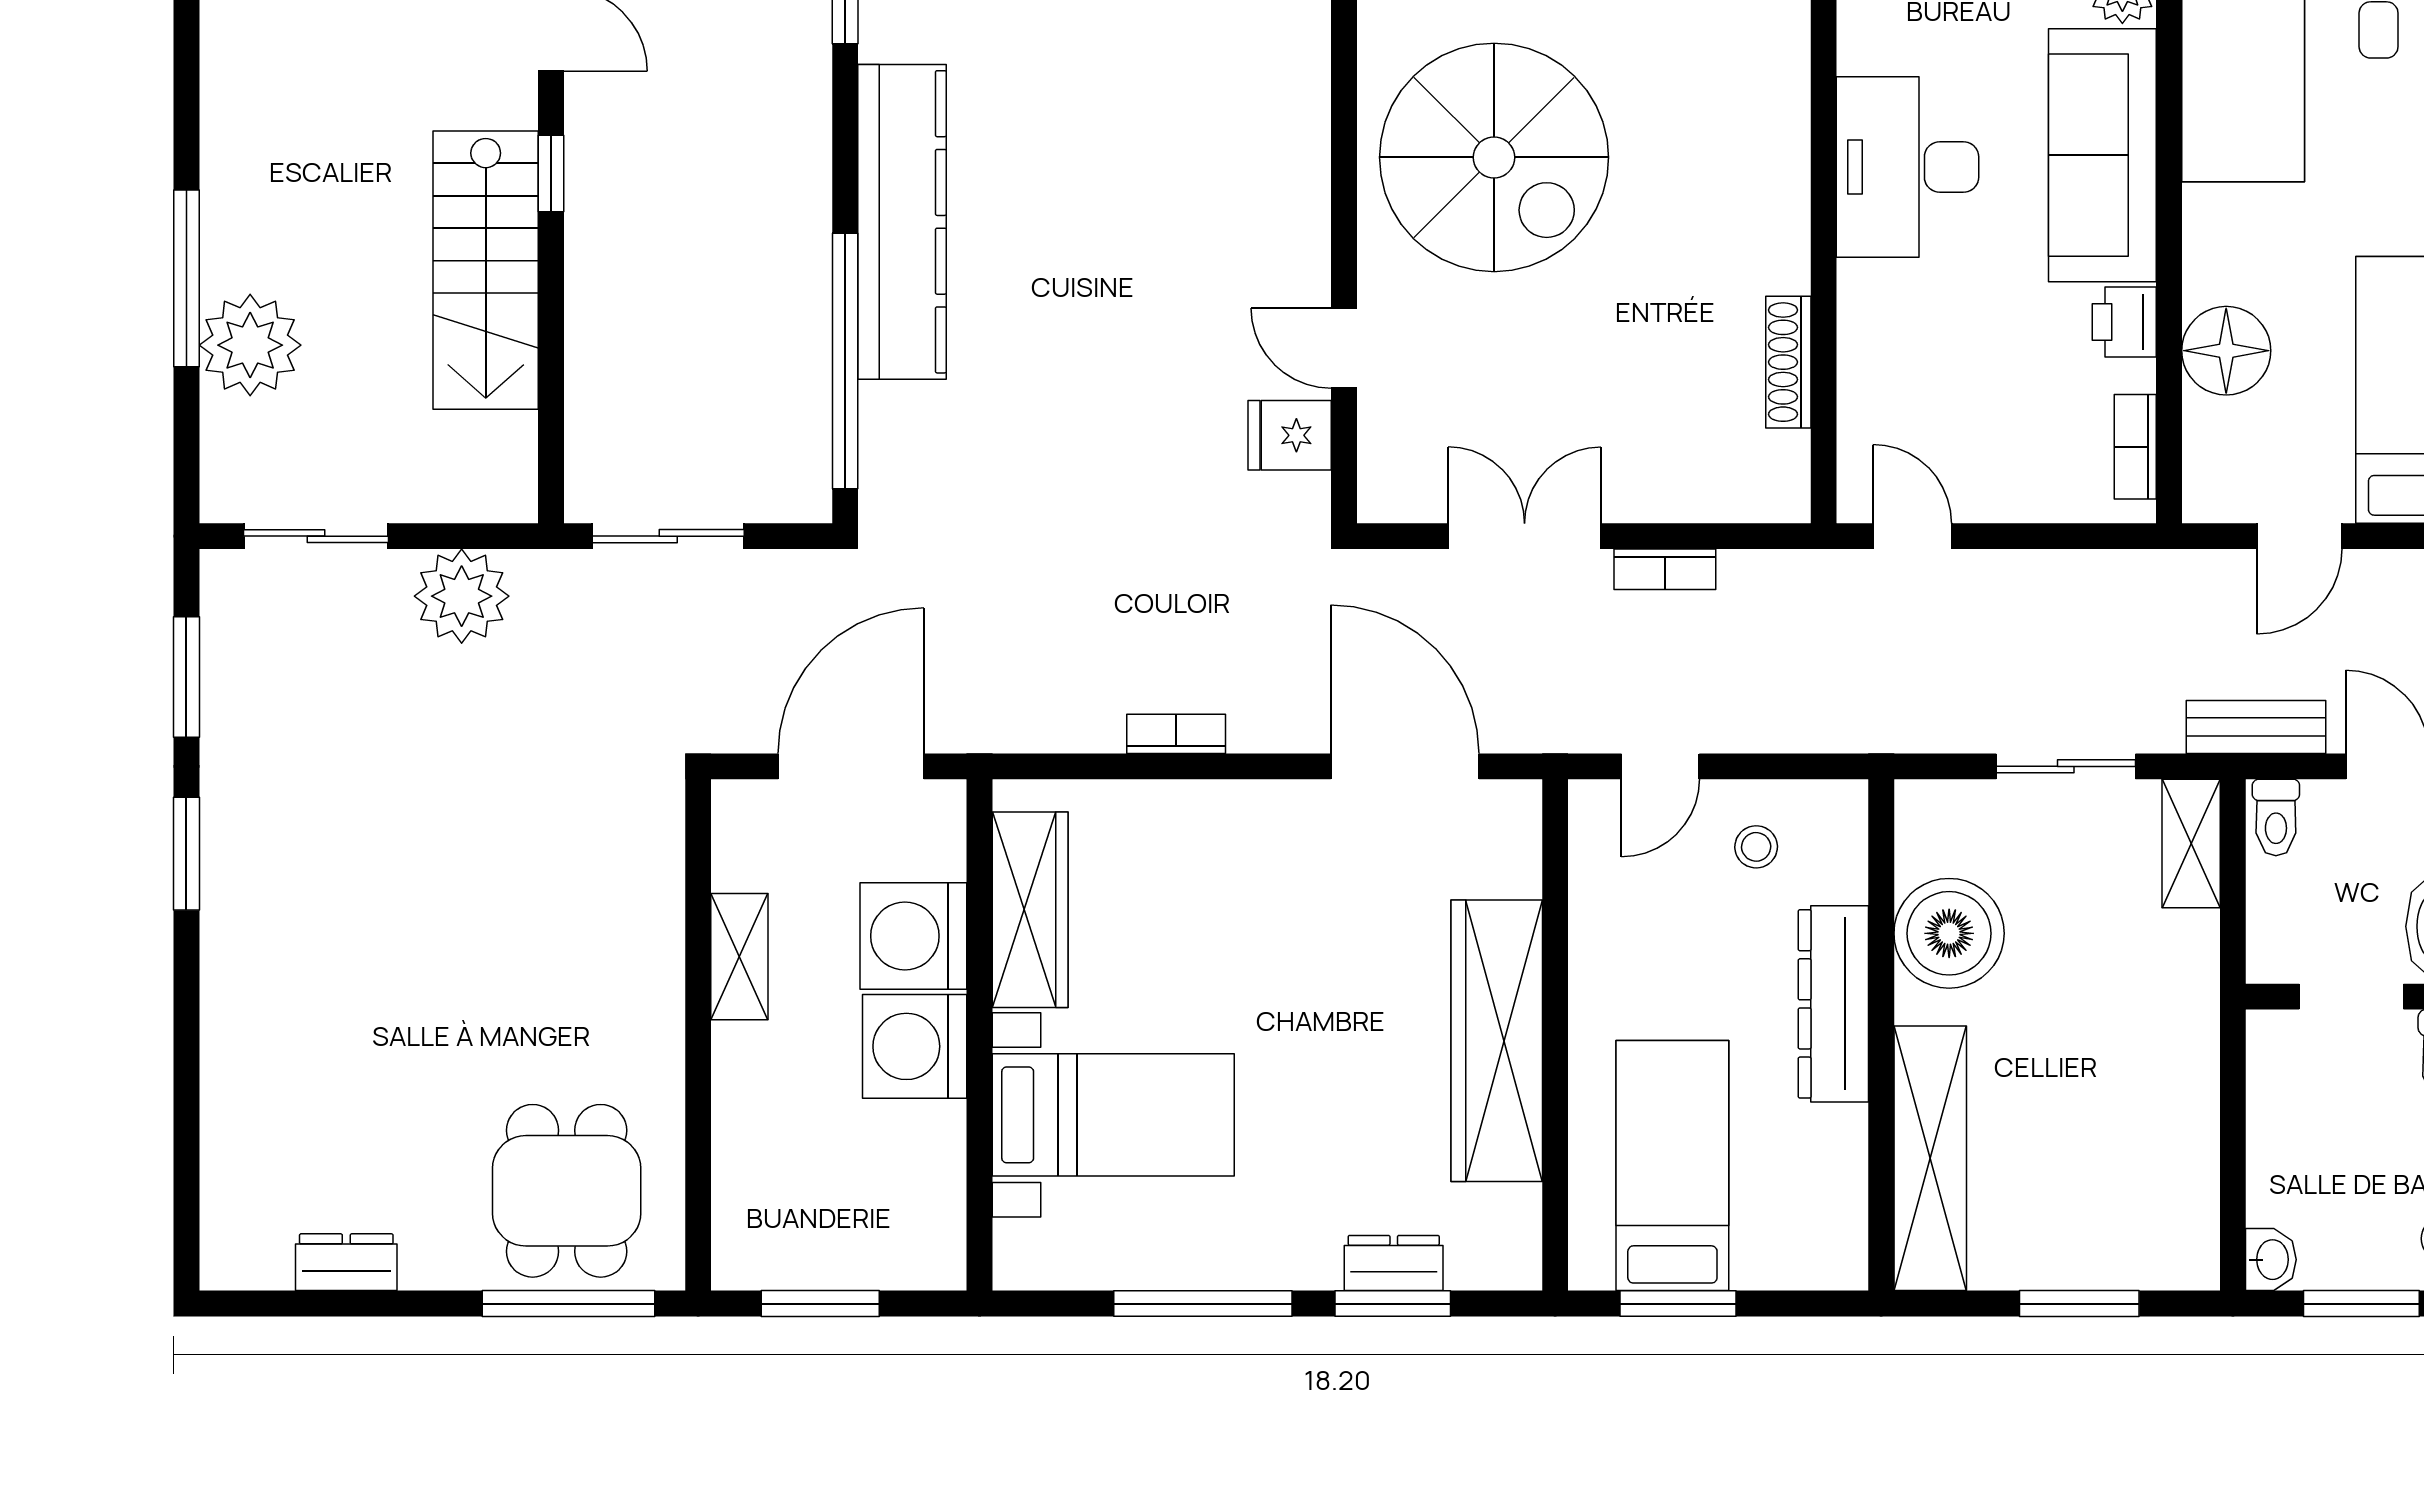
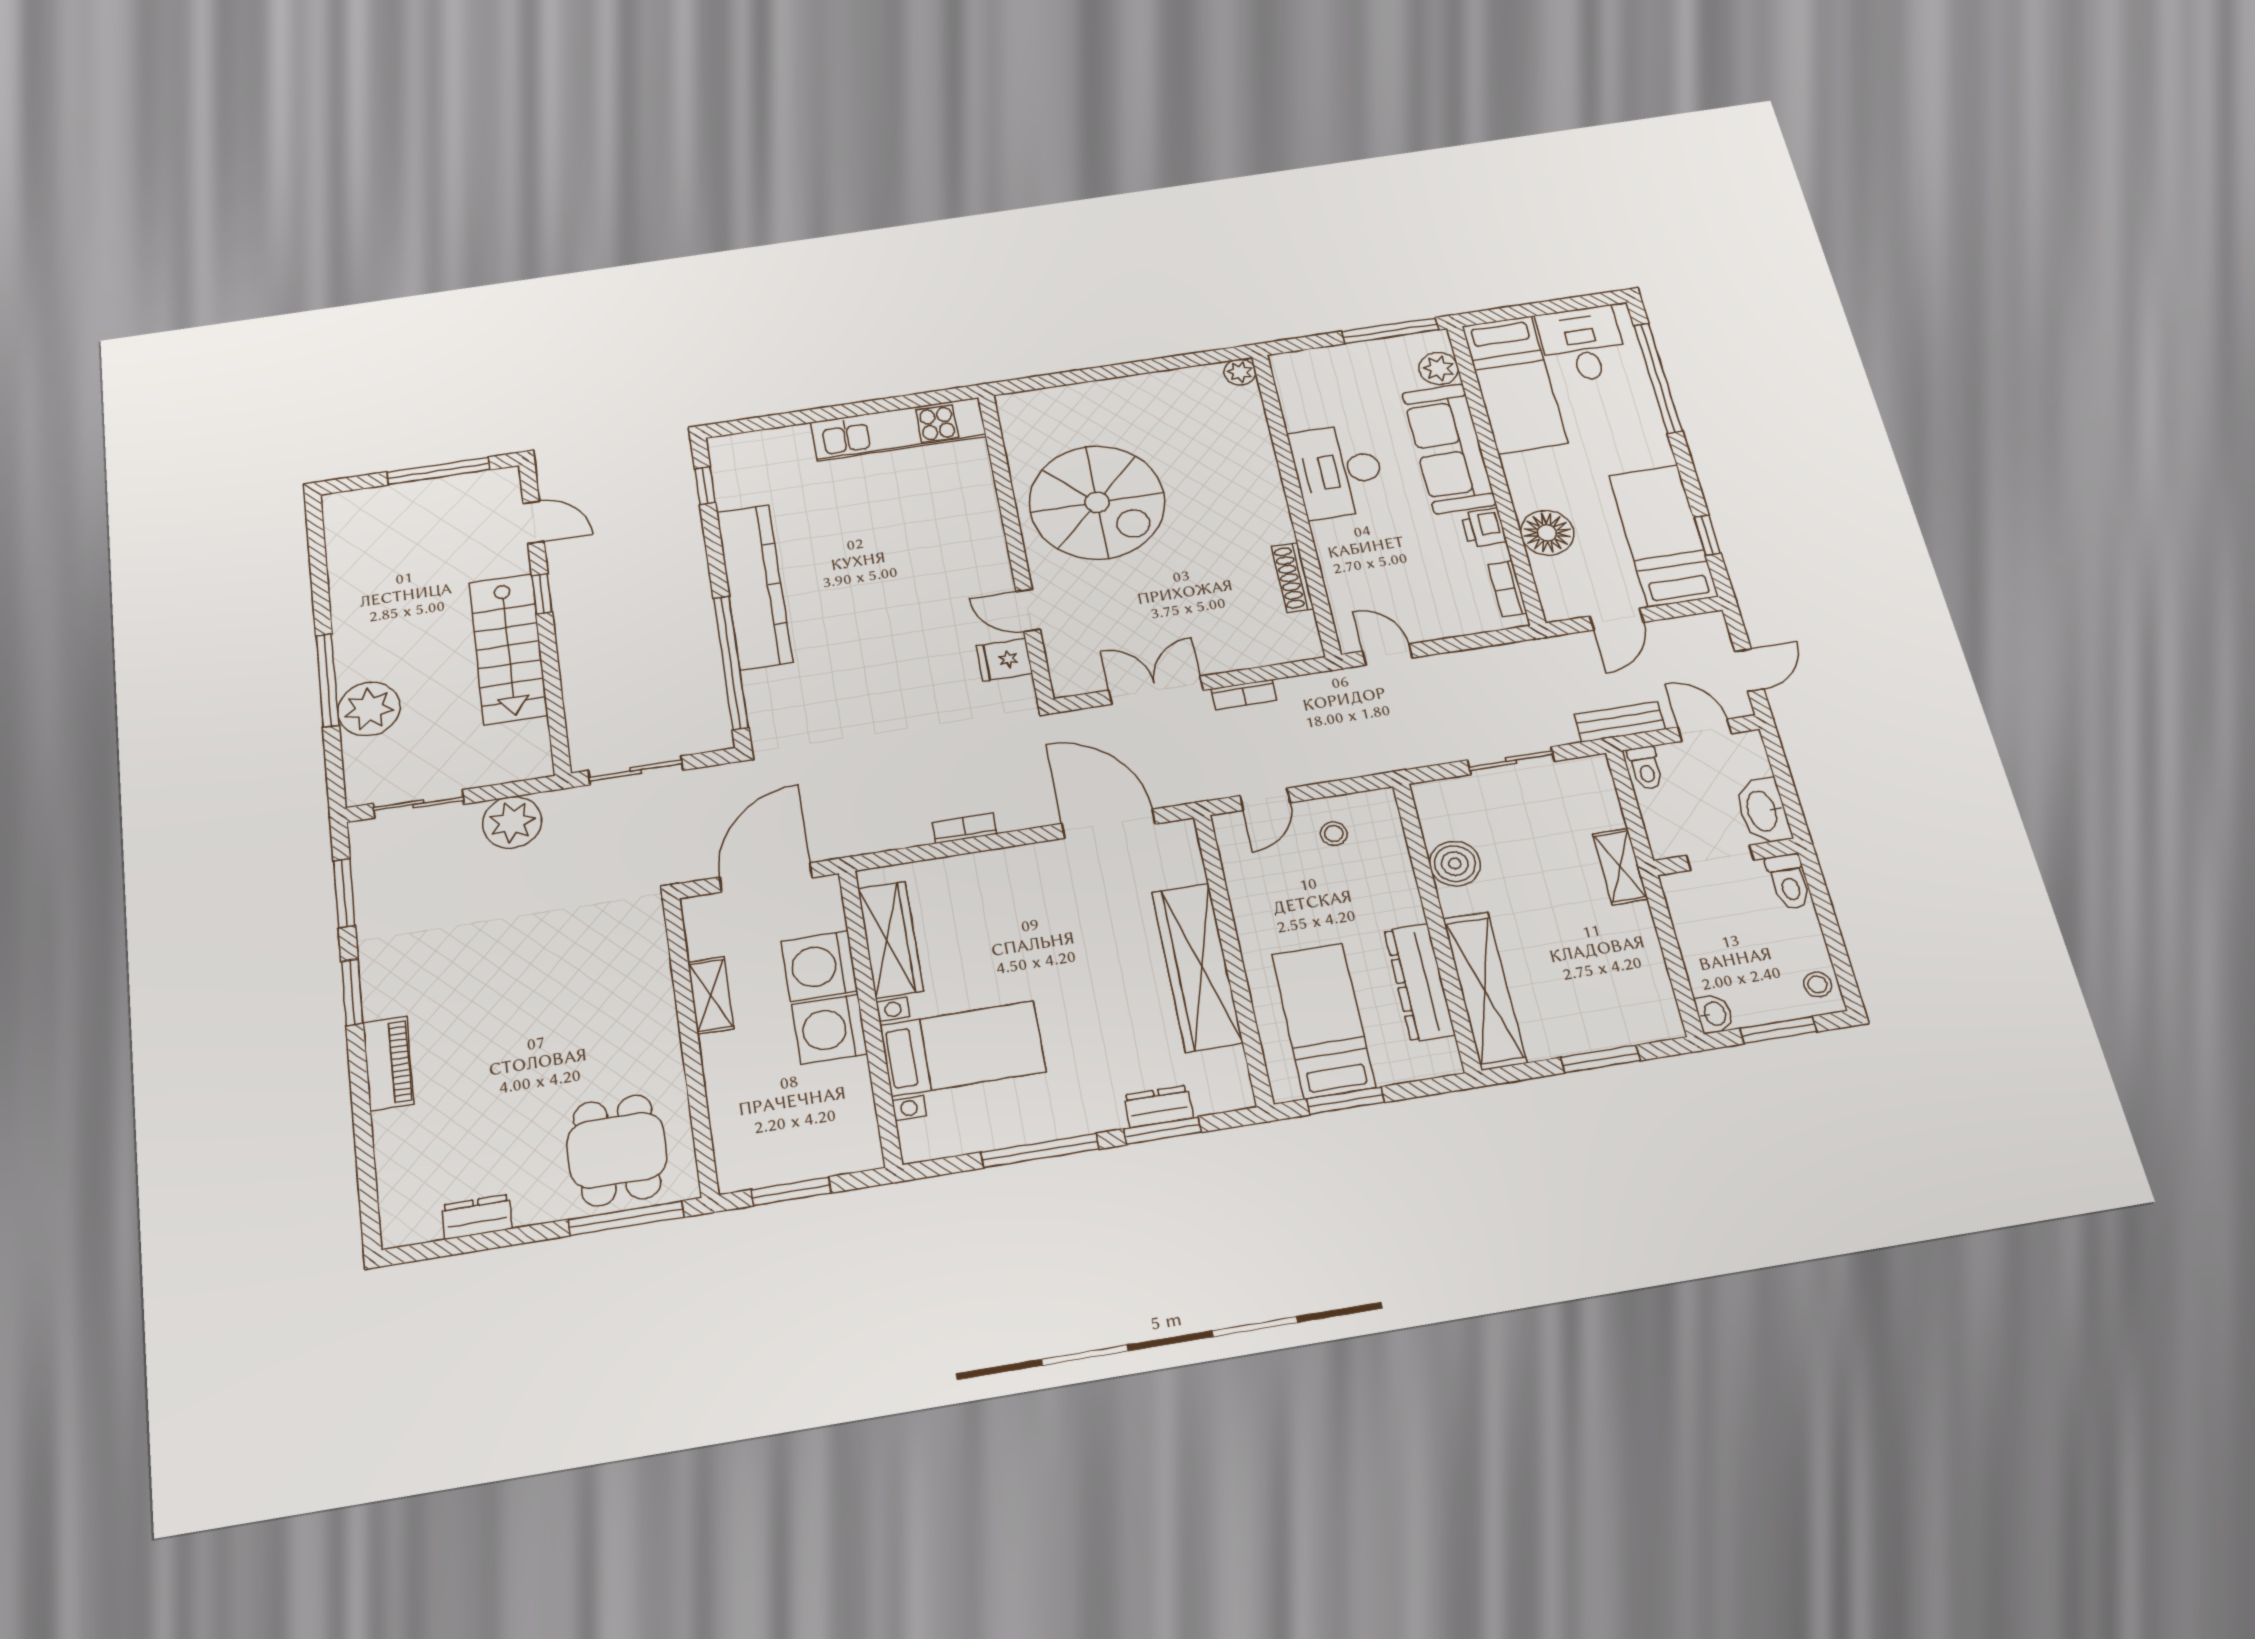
shelving: (2191, 844) -> (1620, 867), moved
boiler: (1949, 933) -> (1455, 864), width x0.73, depth x0.73
piano: (233, 985) -> (388, 1063), added
dresser: (1833, 1004) -> (1419, 982), moved

